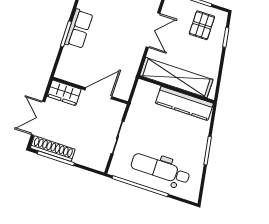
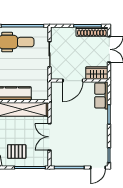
pallet: (202, 25) -> (17, 152), turned 90
row of seats: (79, 29) -> (101, 95), moved

